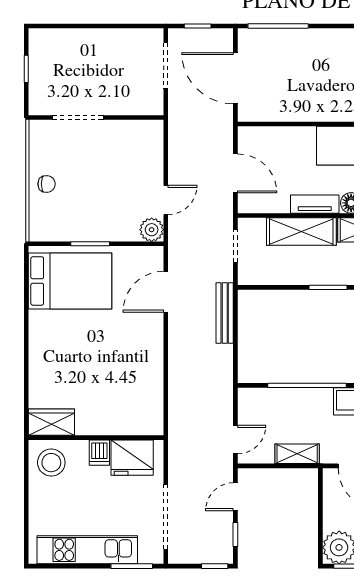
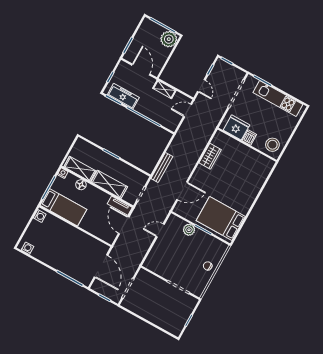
tv unit: (315, 204) -> (120, 206), moved
plant: (152, 230) -> (189, 230), moved
wardrobe: (51, 422) -> (210, 156), moved, turned -90
door: (235, 497) -> (201, 86), hinge flipped

